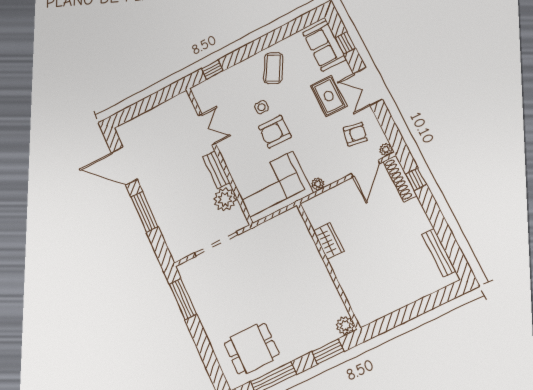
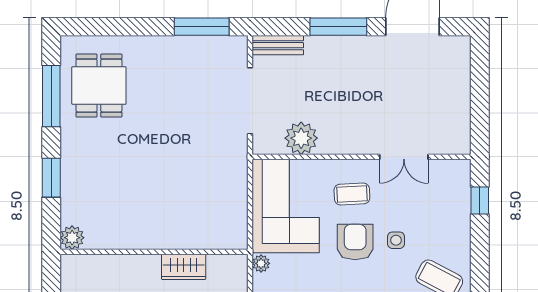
coffee table: (245, 149) -> (352, 194), added
bench: (216, 170) -> (278, 45), moved
wardrobe: (329, 241) -> (184, 267), moved
wall: (328, 266) -> (154, 252), moved
plant: (345, 326) -> (72, 238), moved

